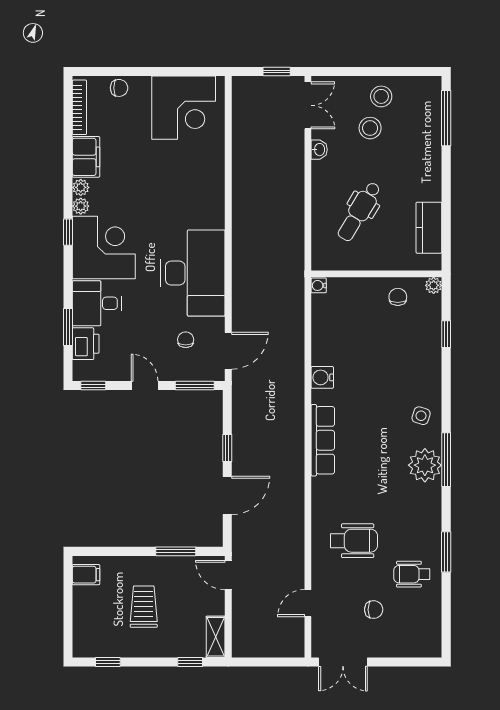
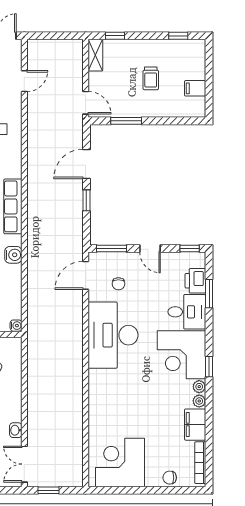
filing cabinet: (86, 575) -> (195, 88), moved
trolley: (144, 607) -> (151, 78), width x0.73, depth x0.72

